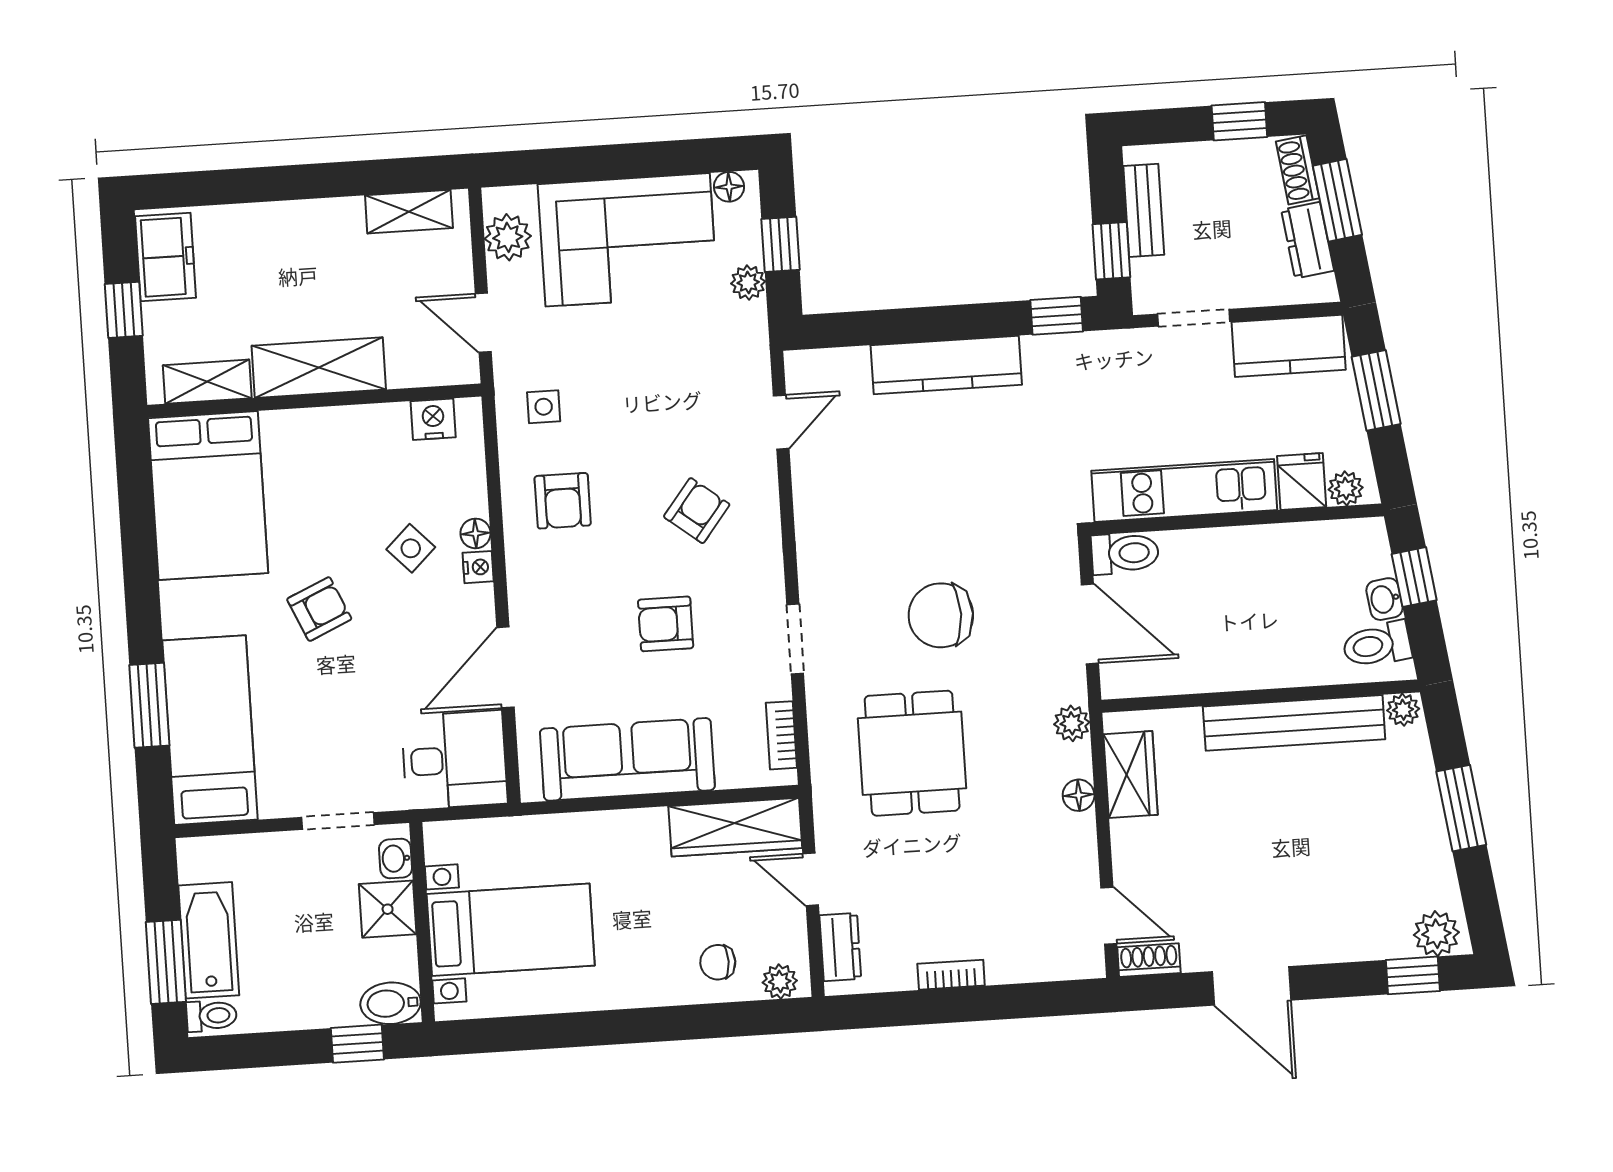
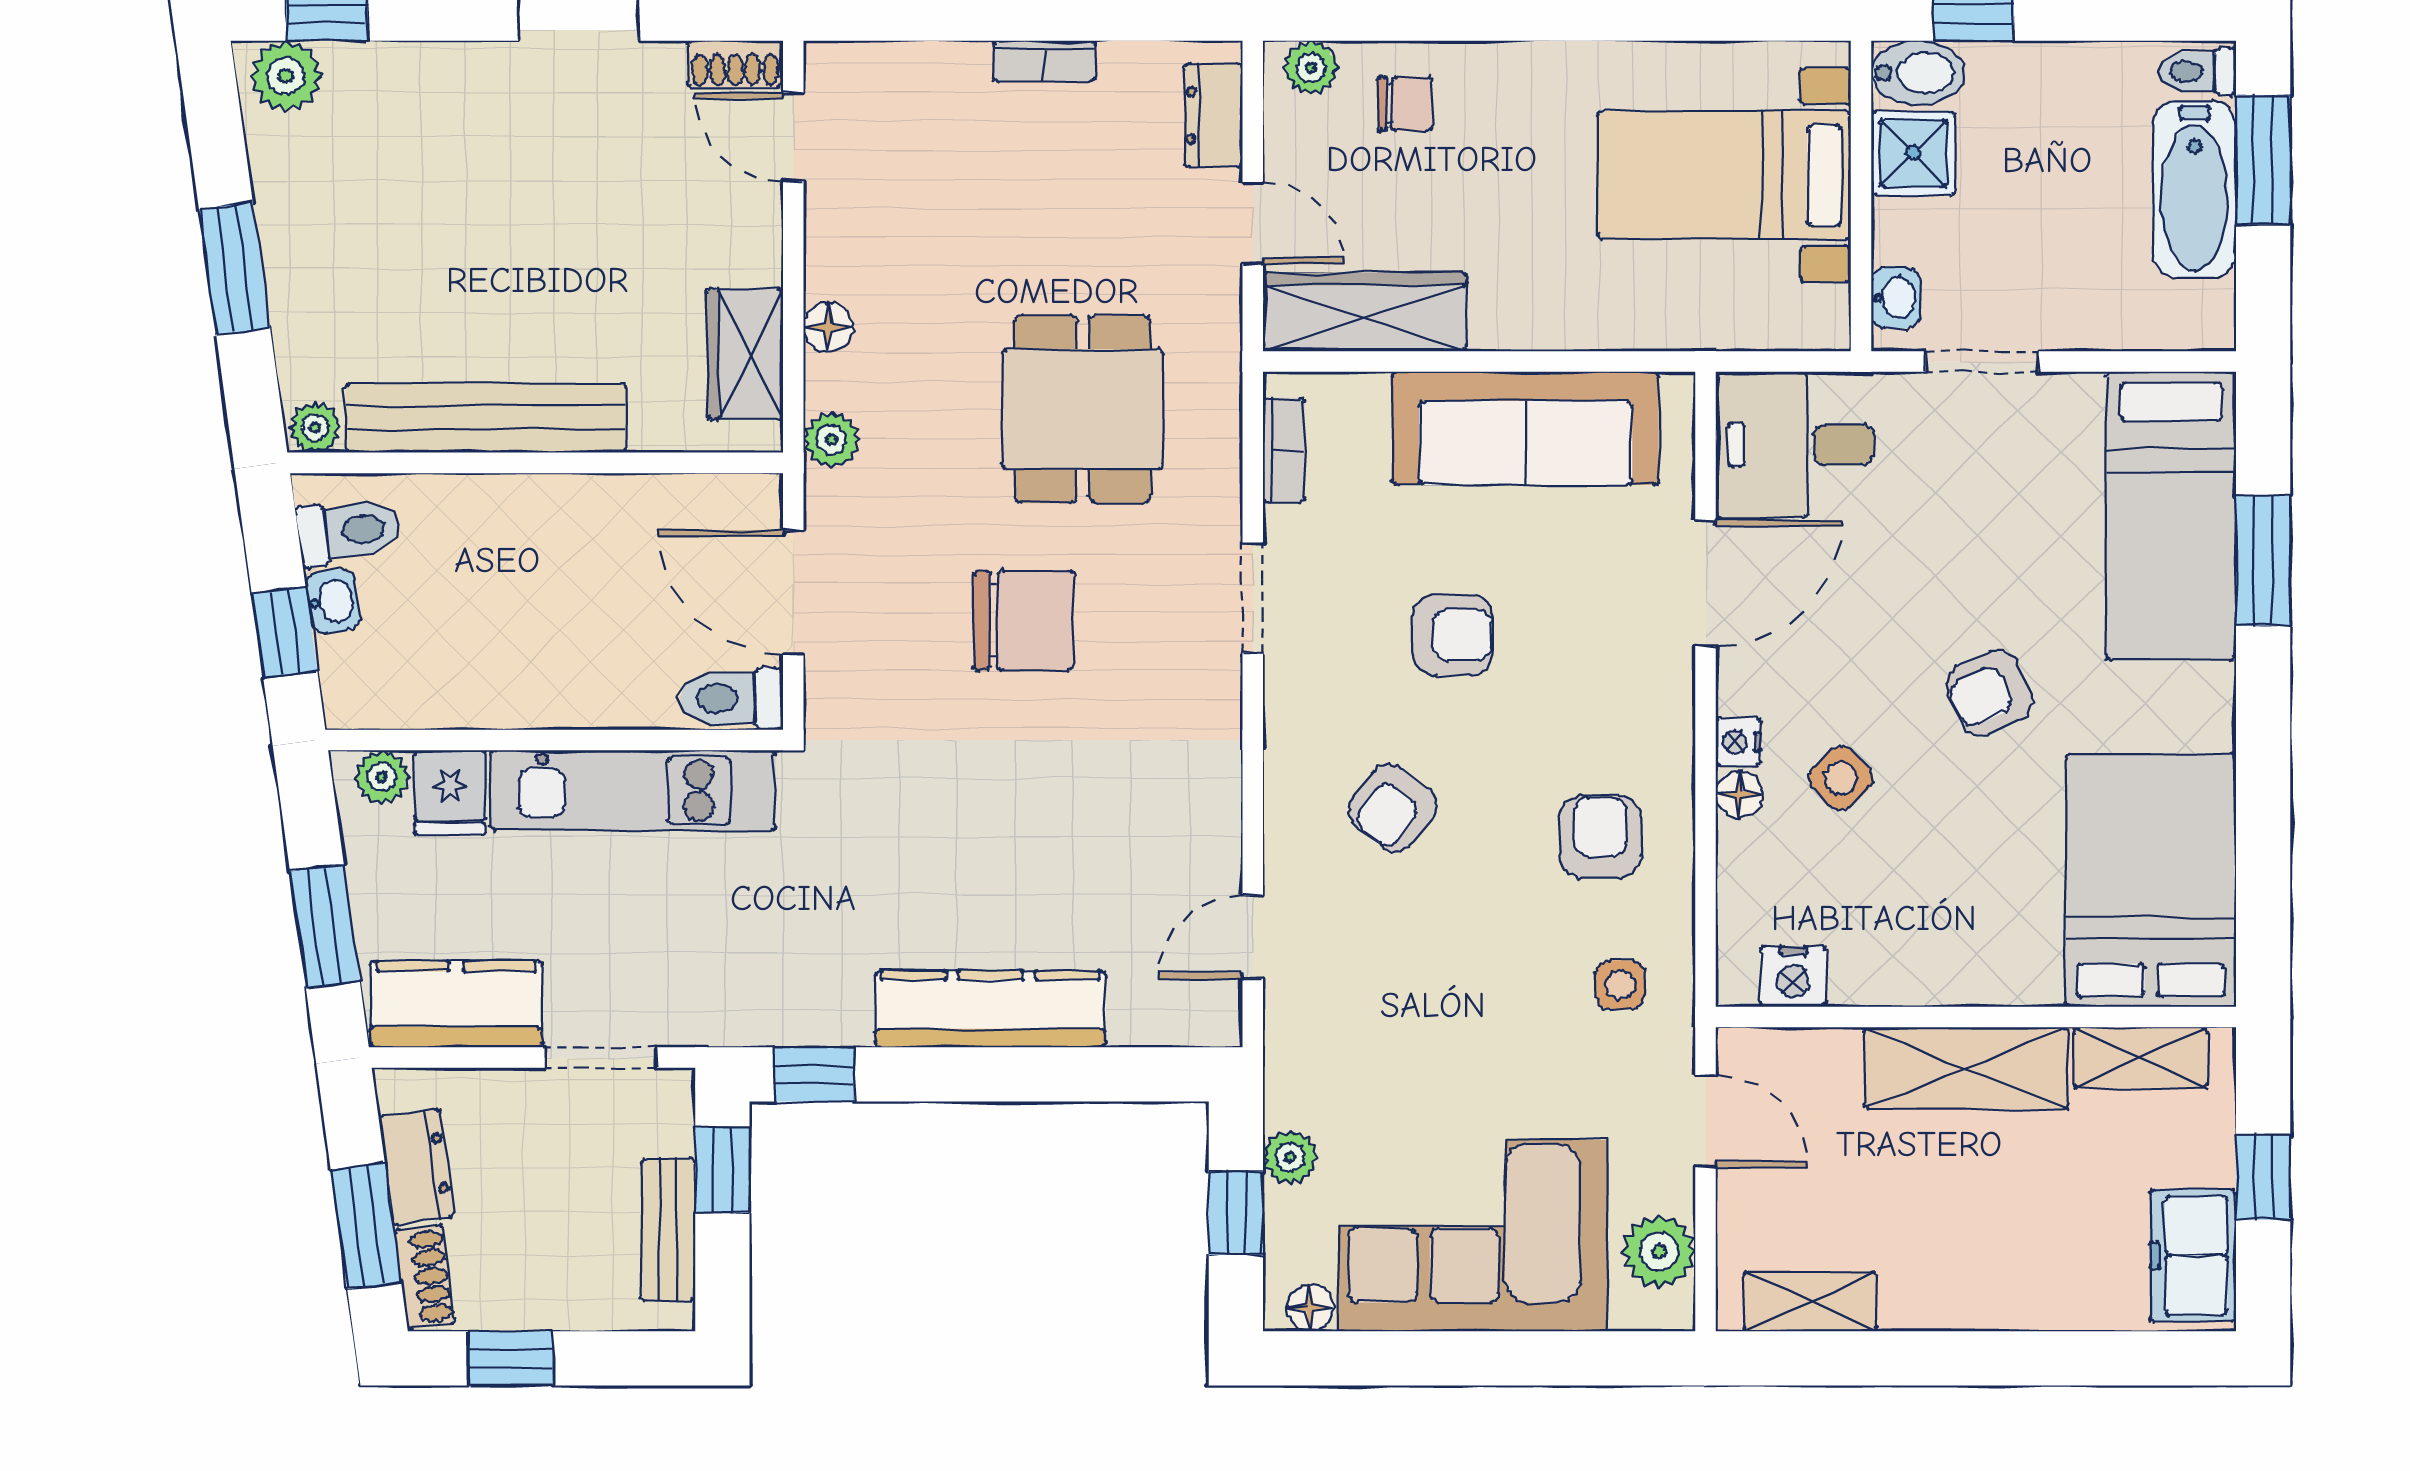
shower: (388, 909) -> (1913, 153), moved

